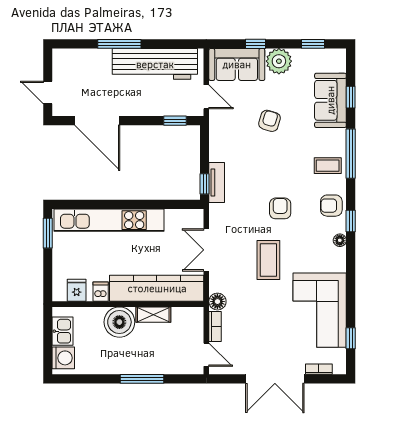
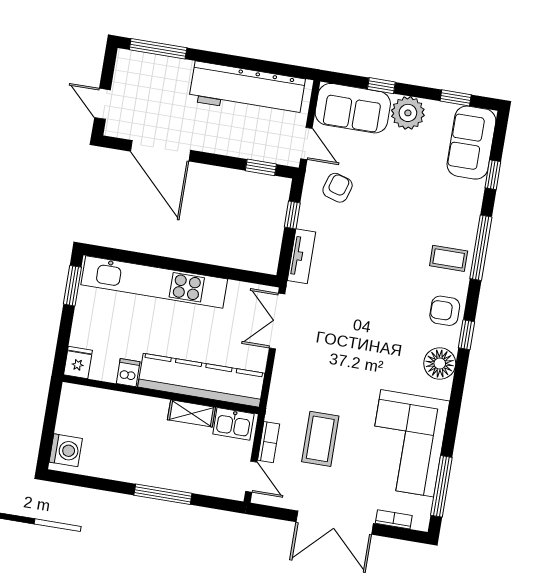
window: (119, 44) -> (158, 49), moved
sofa: (330, 100) -> (471, 143), moved
armchair: (269, 121) -> (338, 188), moved
window: (205, 184) -> (292, 215), moved
armchair: (280, 208) -> (378, 303), removed
floor lamp: (340, 240) -> (440, 364), width x1.89, depth x1.89
double door: (206, 250) -> (277, 321), moved
coffee table: (268, 260) -> (320, 439), moved
fridge: (77, 290) -> (78, 362), moved
floor lamp: (217, 302) -> (277, 410), removed
boiler: (119, 322) -> (146, 416), removed
kitchen sink: (63, 331) -> (233, 424), moved, turned 90
window: (351, 338) -> (441, 486), width x2.17

